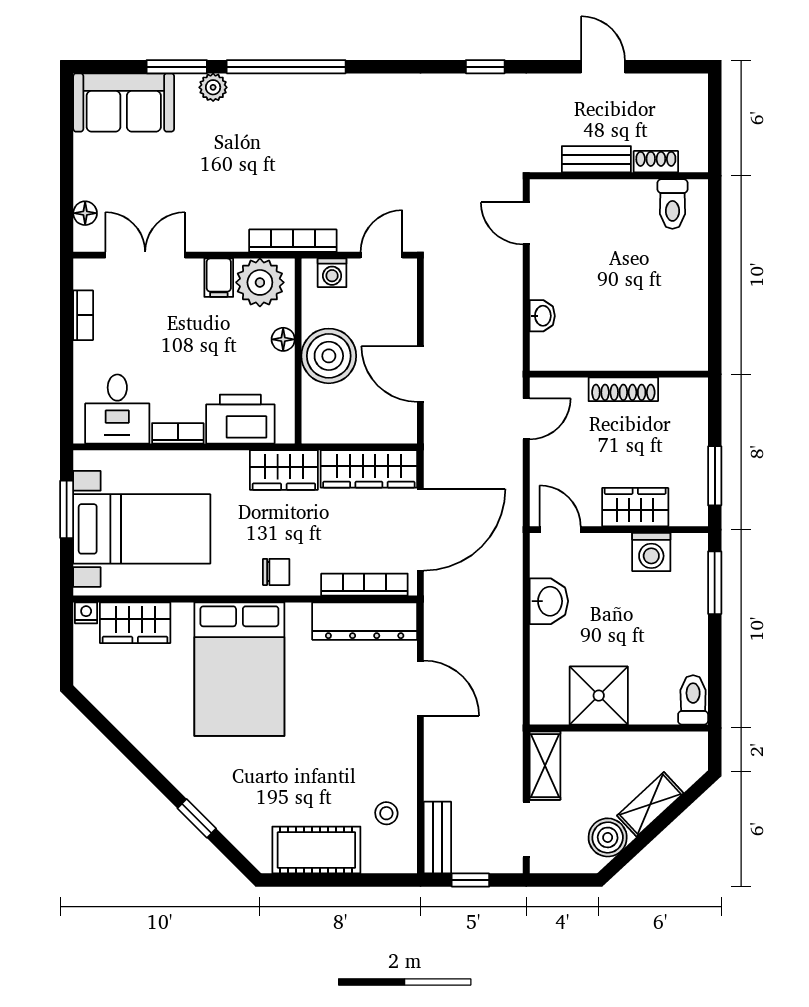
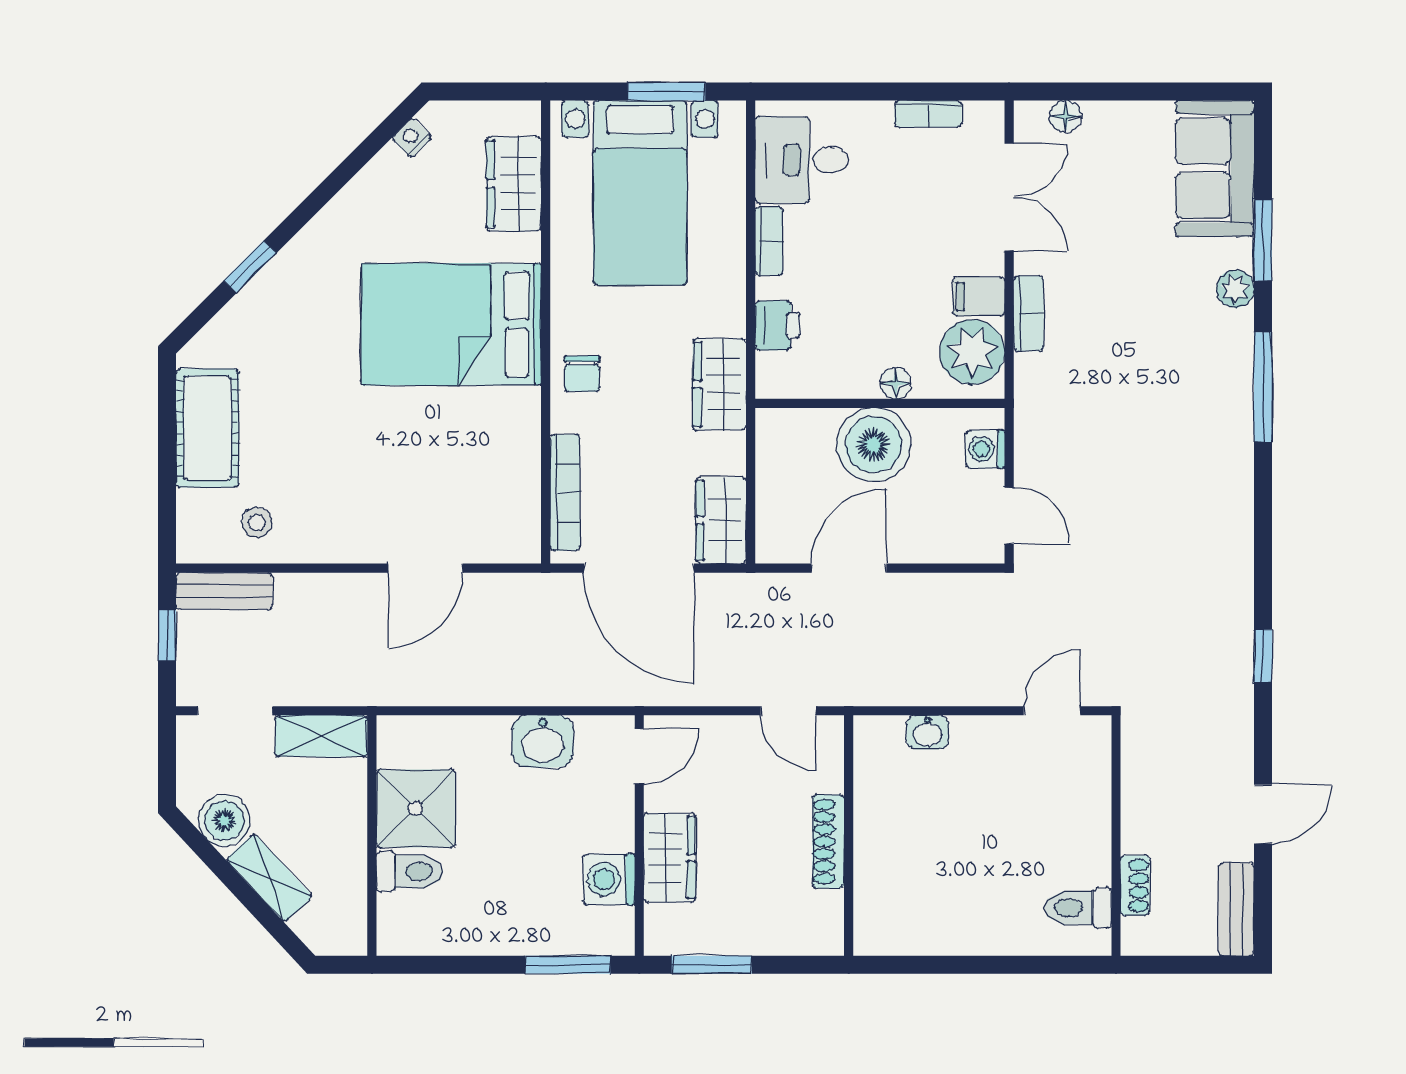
window: (286, 67) -> (1263, 387), width x0.68
bench: (596, 159) -> (1236, 909), moved
bookcase: (293, 241) -> (1029, 313), moved, width x0.64
printer: (240, 419) -> (777, 326), width x0.53, depth x0.68
wardrobe: (369, 469) -> (721, 520), width x0.67
nightstand: (86, 613) -> (412, 138), moved, turned -135
dresser: (365, 621) -> (516, 493), removed
toilet: (693, 700) -> (410, 872), moved

